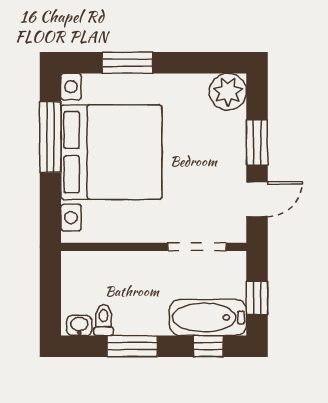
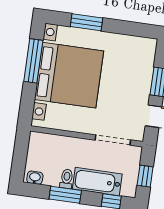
plant: (228, 92) -> (145, 48), removed
bathtub: (208, 317) -> (97, 182), moved
toilet: (104, 320) -> (67, 179), moved

